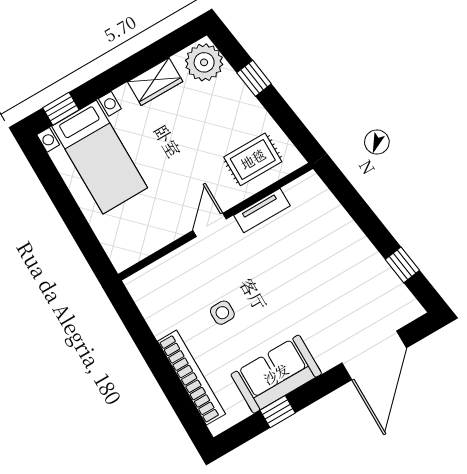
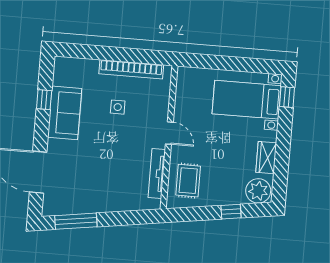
tv unit: (262, 211) -> (157, 174), width x1.41
window: (402, 265) -> (76, 221), width x2.17
bookcase: (191, 378) -> (131, 69), moved

